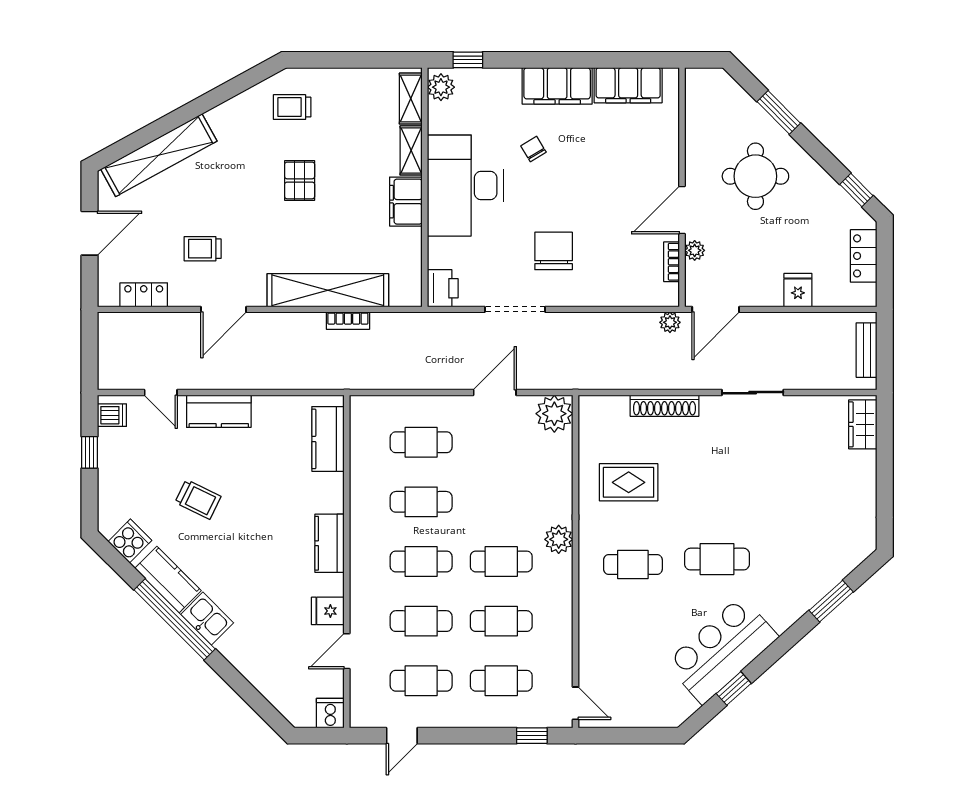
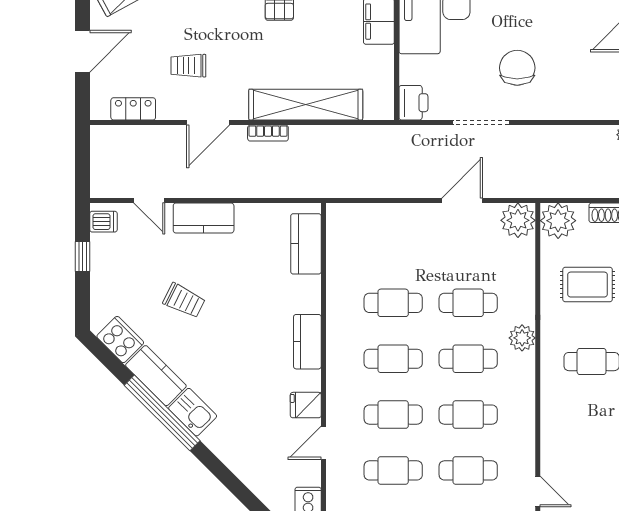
bookcase: (348, 321) -> (268, 133), moved
plant: (597, 414) -> (558, 221), added
cafe table: (421, 442) -> (468, 303), moved
cooker: (130, 541) -> (120, 340), width x1.36

